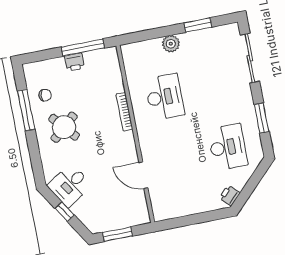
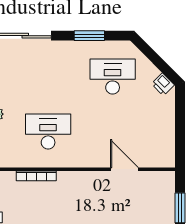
bookcase: (124, 112) -> (36, 176), moved
door: (143, 175) -> (124, 169), swing flipped

